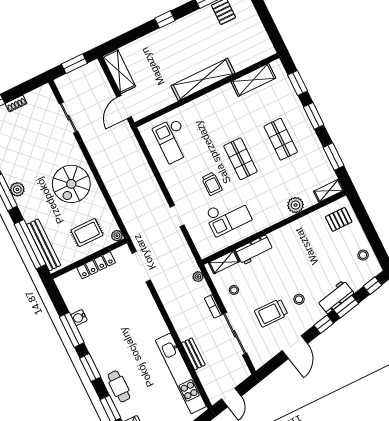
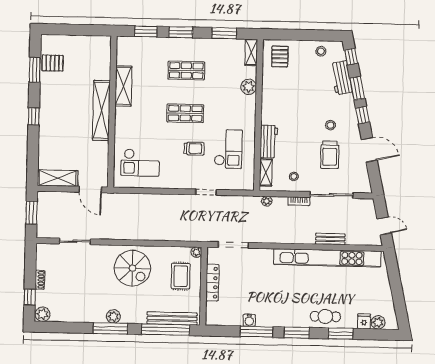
shelving: (253, 80) -> (123, 86), moved
workbench: (335, 297) -> (341, 78), moved
kitchen unit: (181, 373) -> (327, 258), width x1.36

